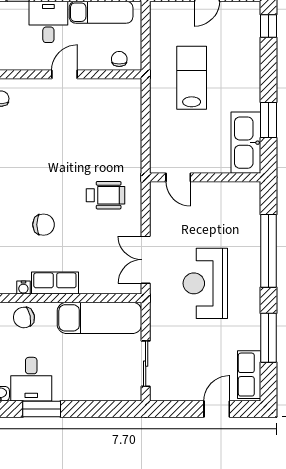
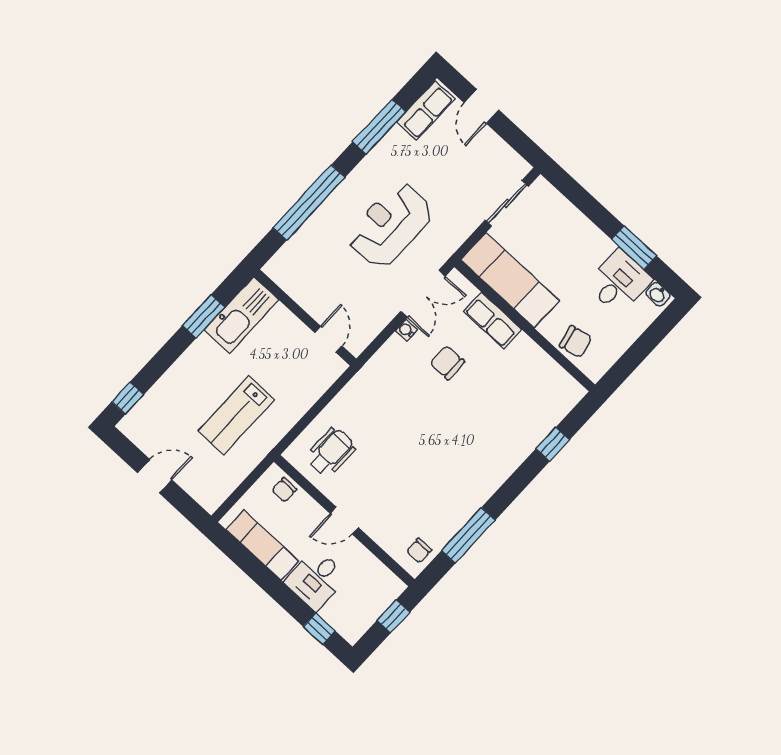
wheelchair: (106, 195) -> (331, 452), moved, turned 90
chair: (43, 225) -> (447, 363), moved
row of seats: (55, 283) -> (493, 320), moved
reception desk: (205, 283) -> (390, 225), turned 180
water cooler: (23, 288) -> (406, 330), moved, turned -90
door: (217, 409) -> (482, 106), hinge flipped

